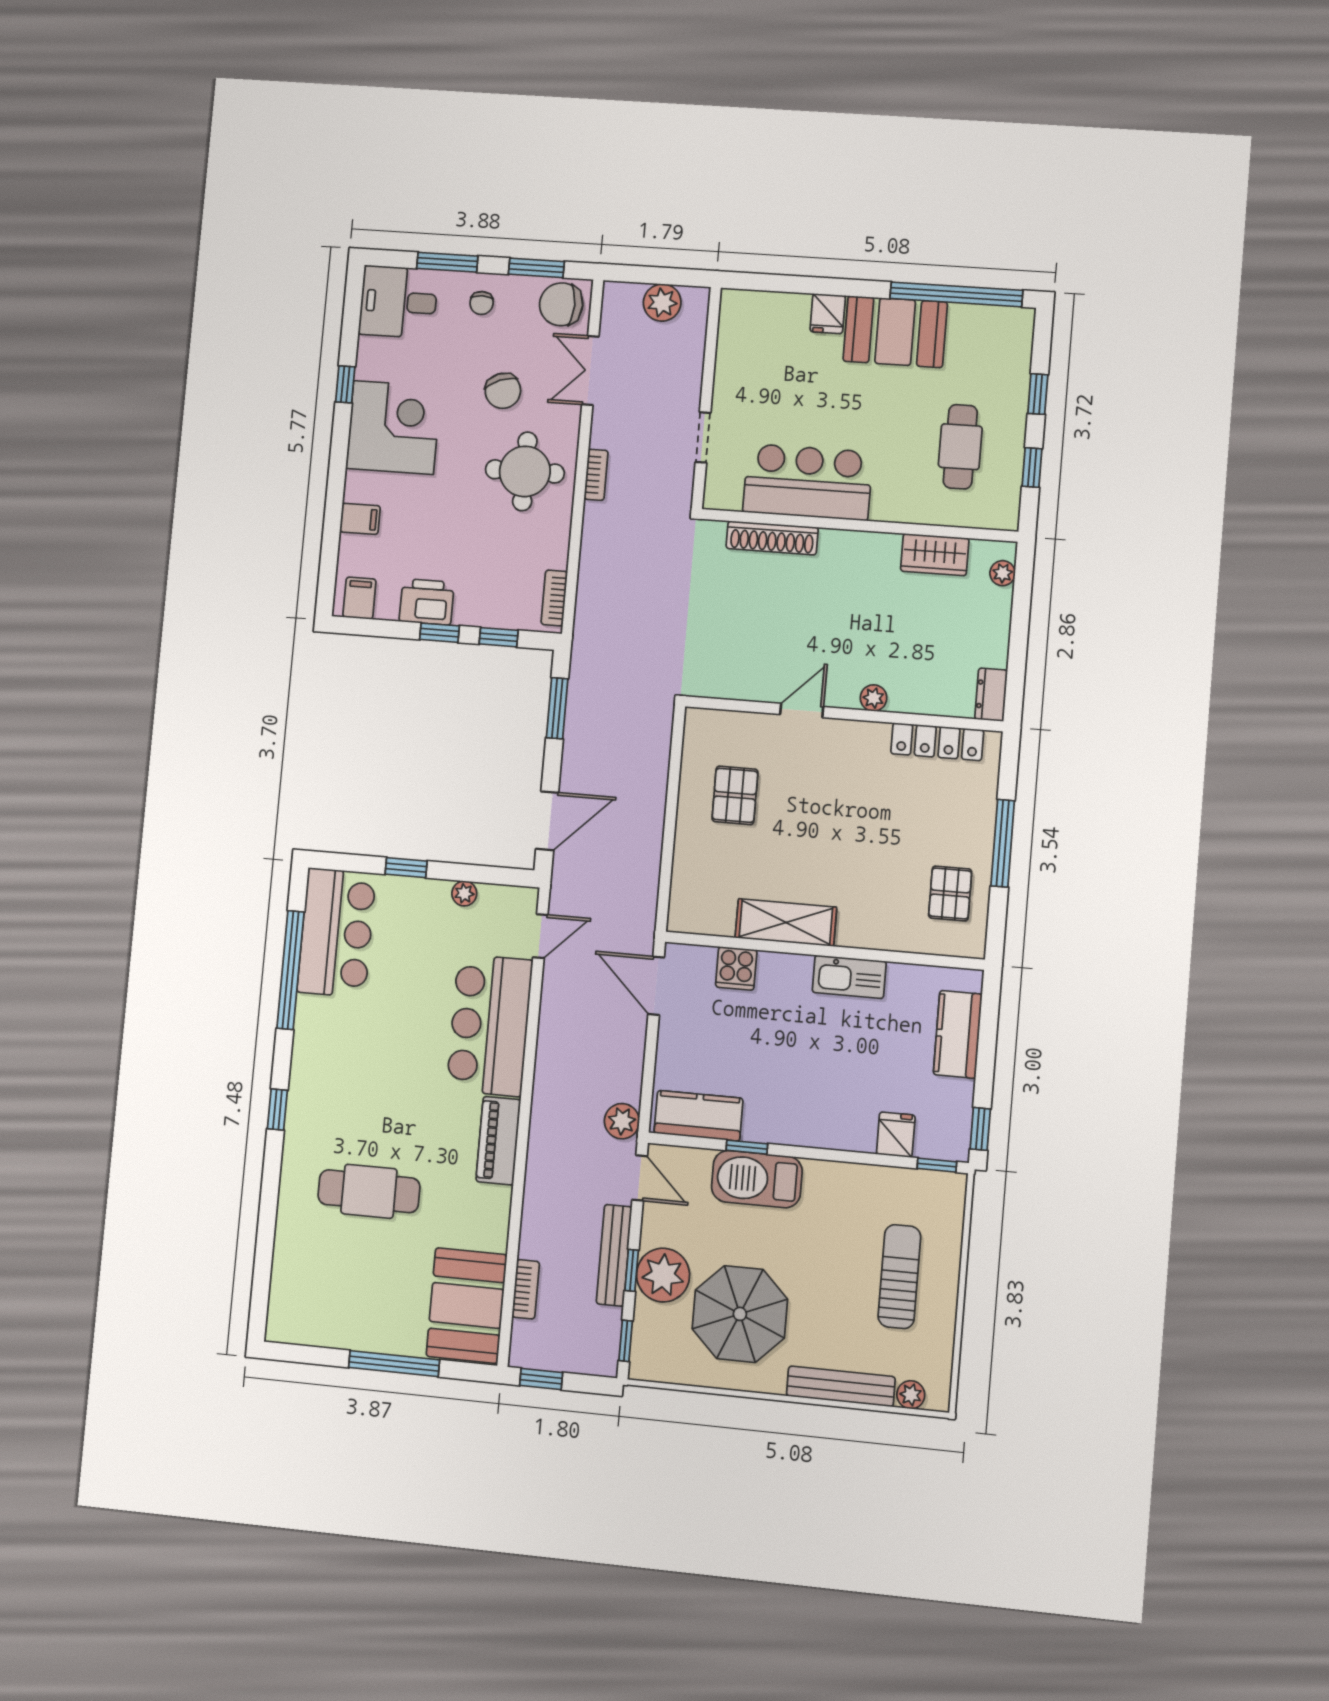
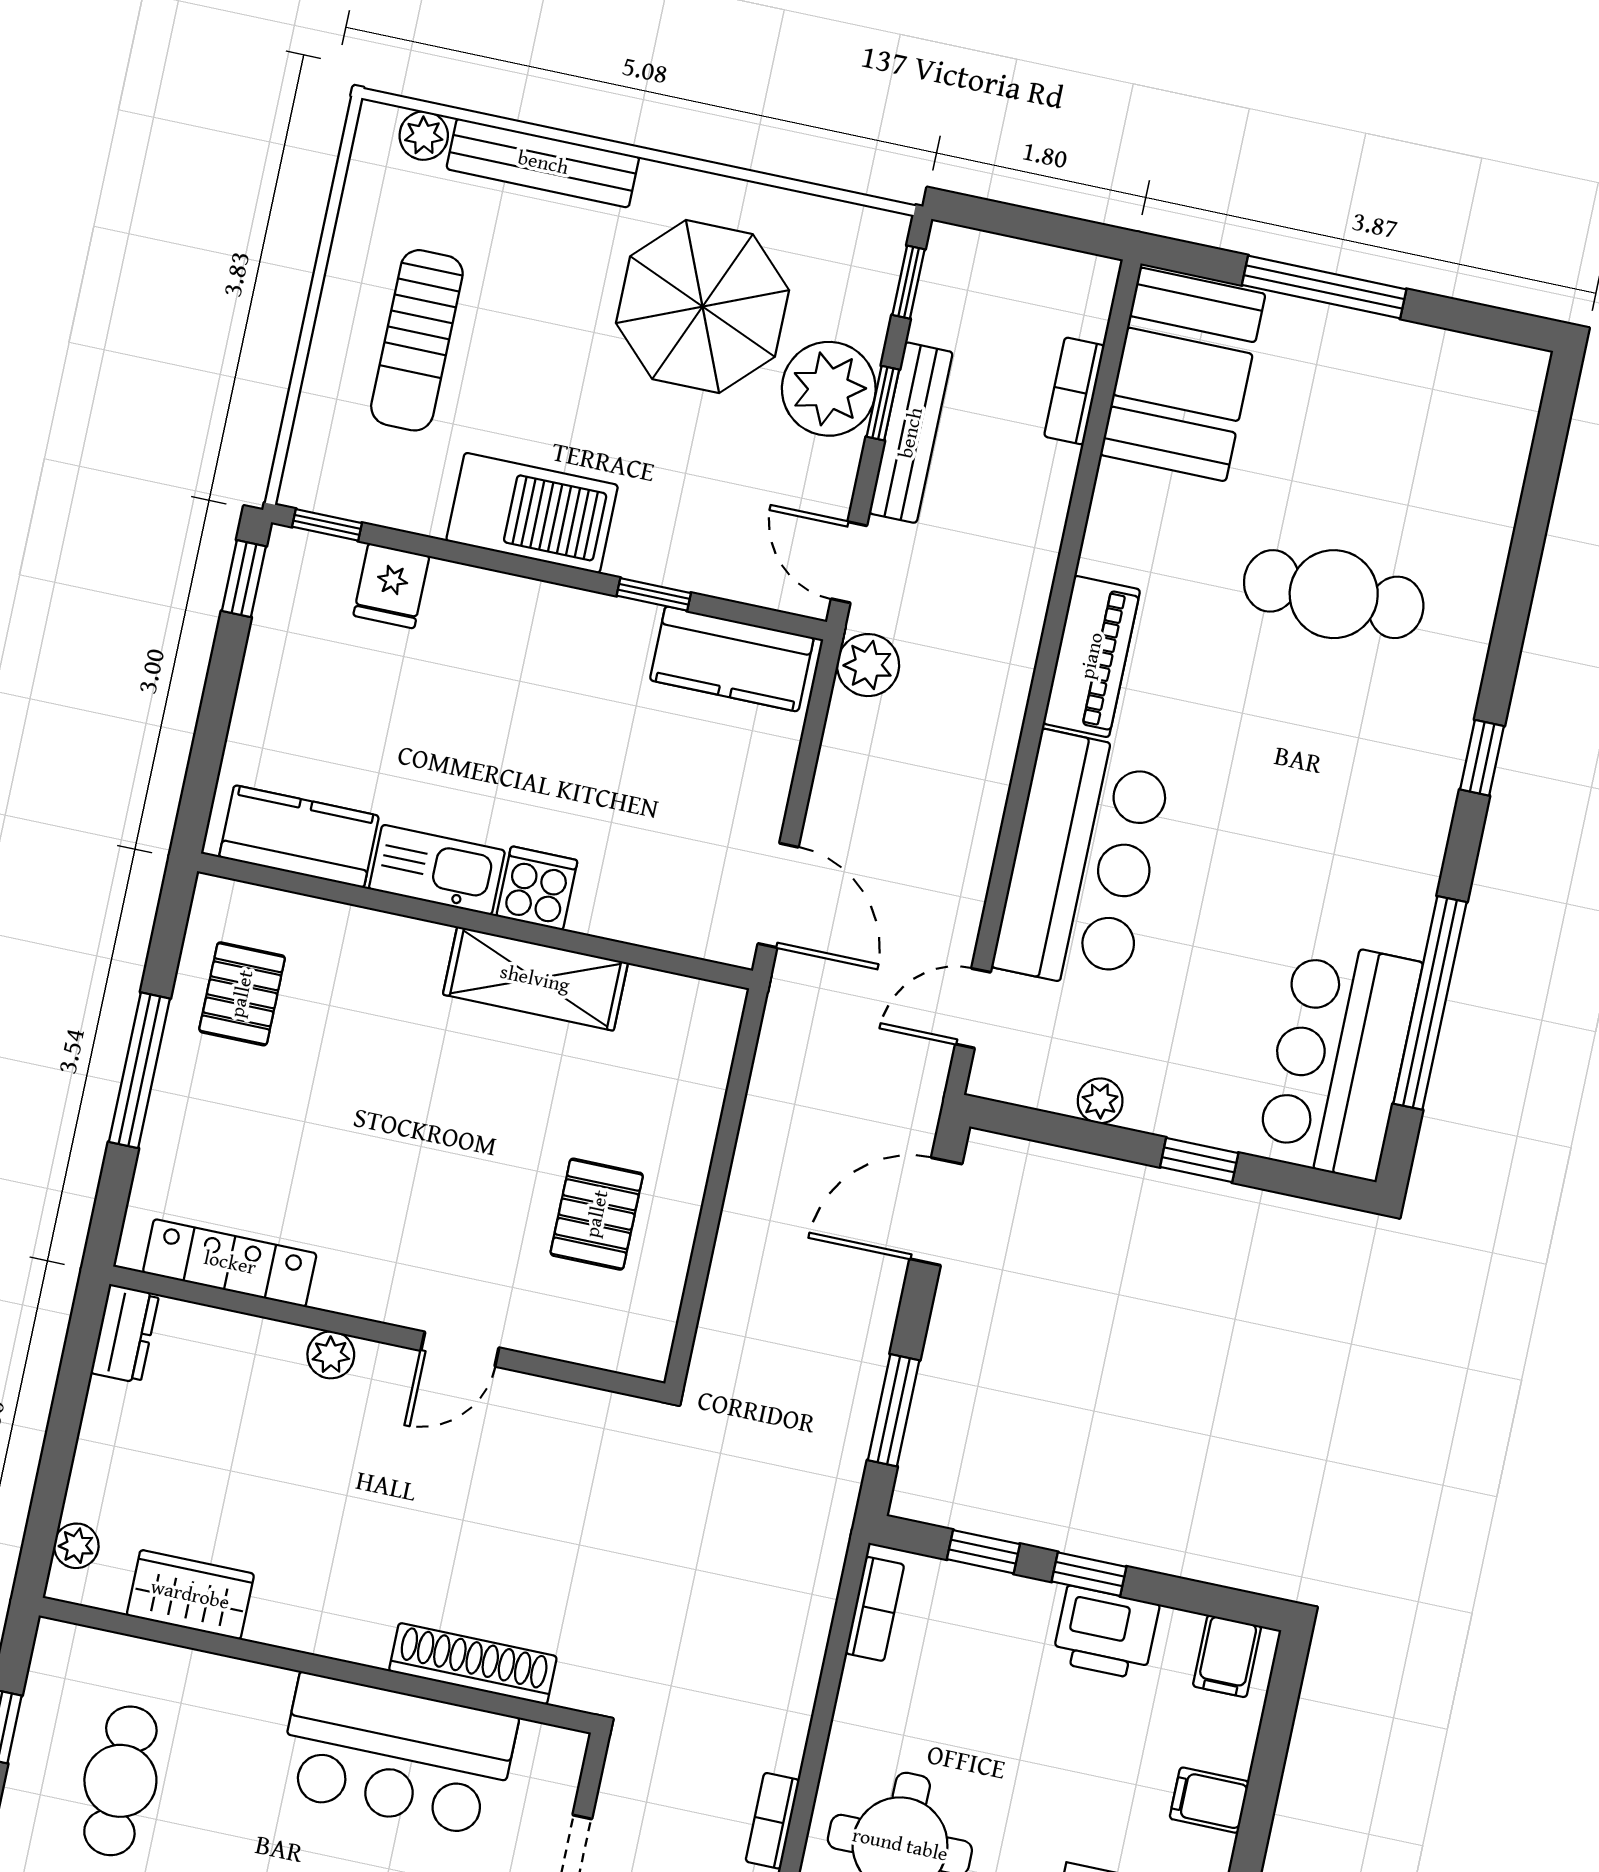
cooker: (736, 968) -> (537, 888), moved
kitchen counter: (958, 1034) -> (299, 837), moved, turned -90
barbecue: (757, 1179) -> (532, 513), moved
window: (541, 1379) -> (1066, 232), removed

